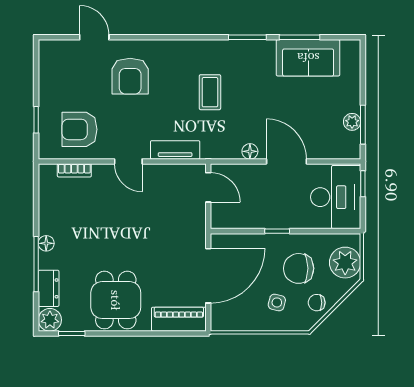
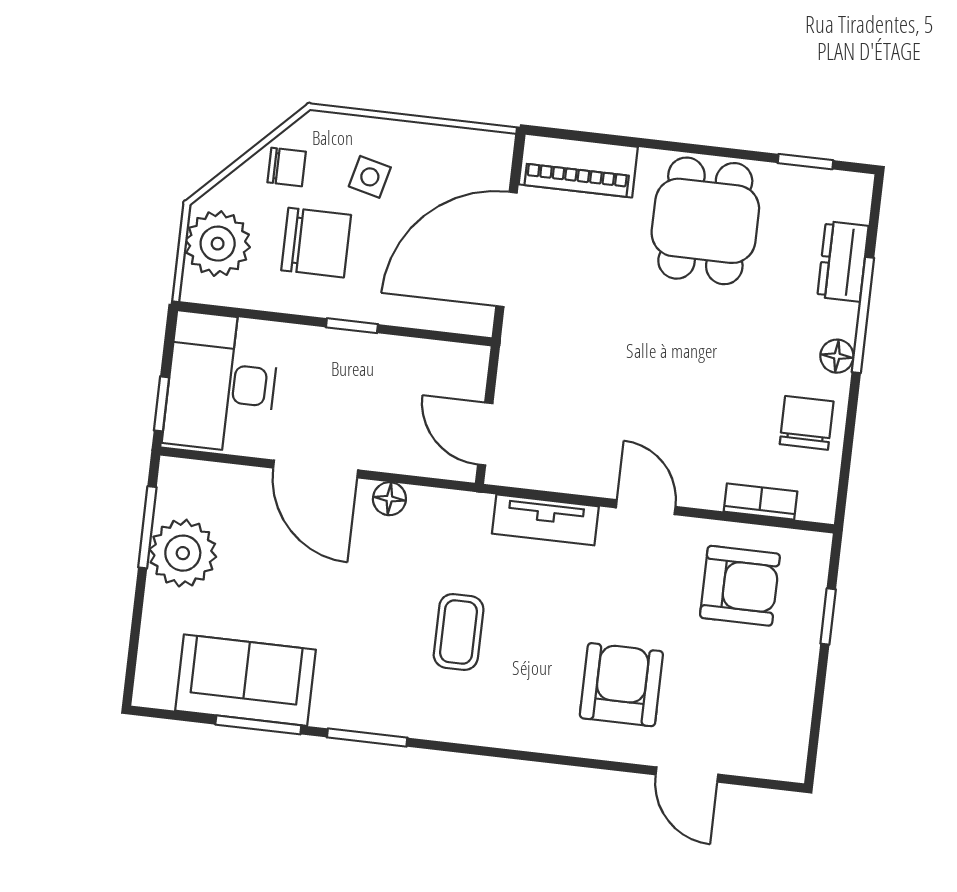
plant: (352, 122) -> (183, 553), width x1.88, depth x1.88
chair: (57, 210) -> (807, 423), added
plant: (50, 320) -> (848, 195), removed

